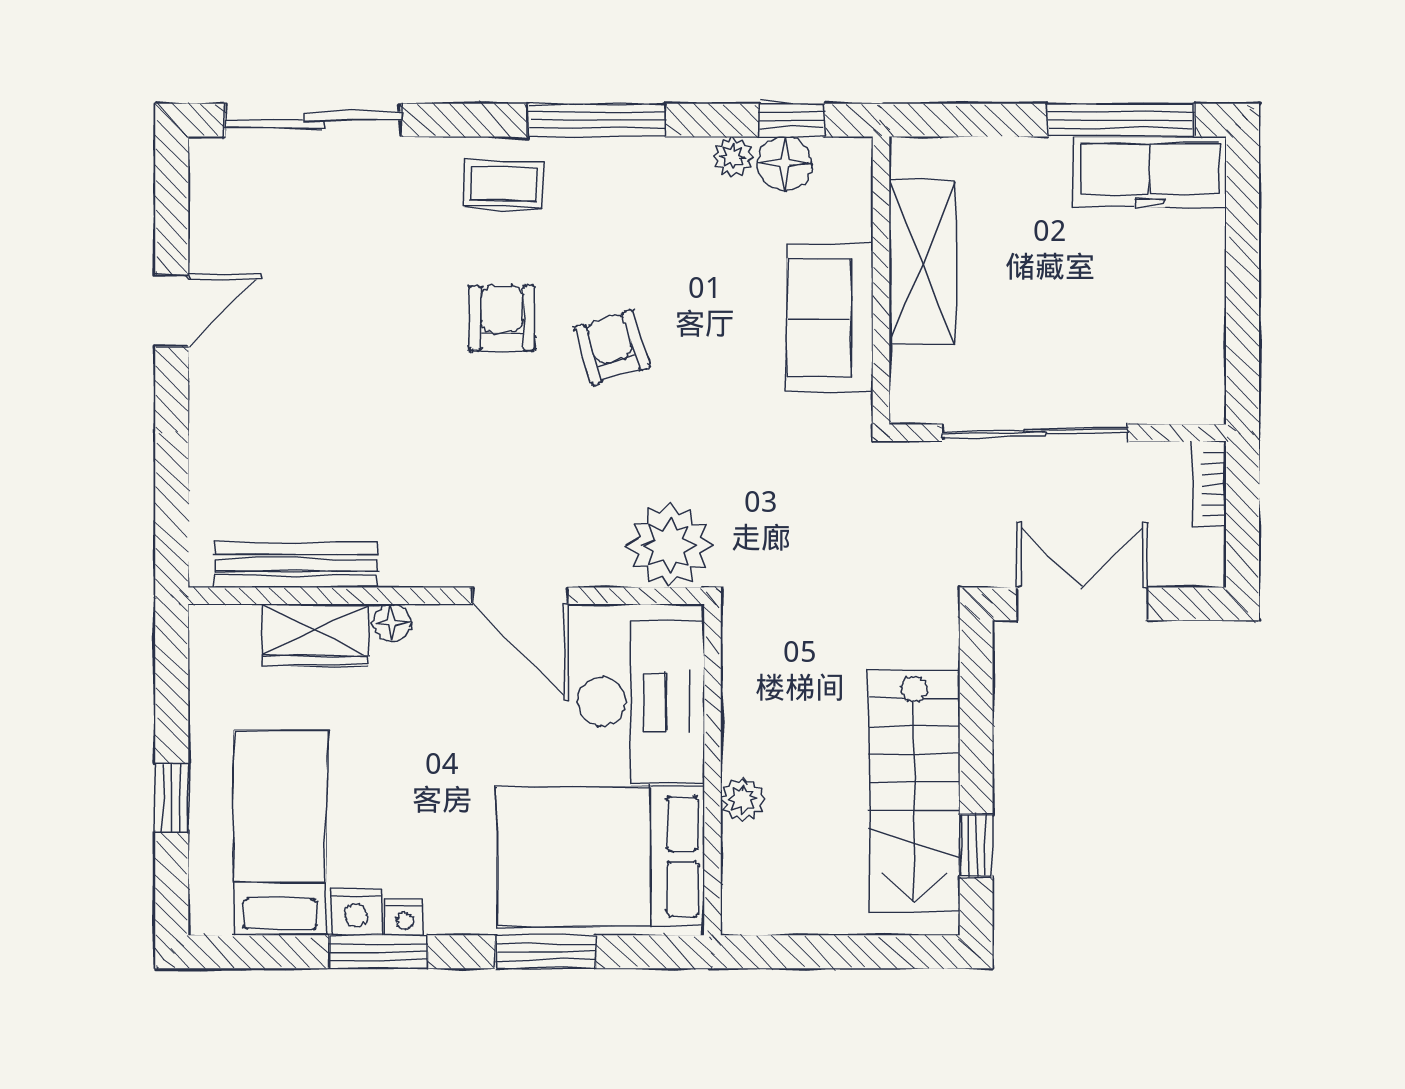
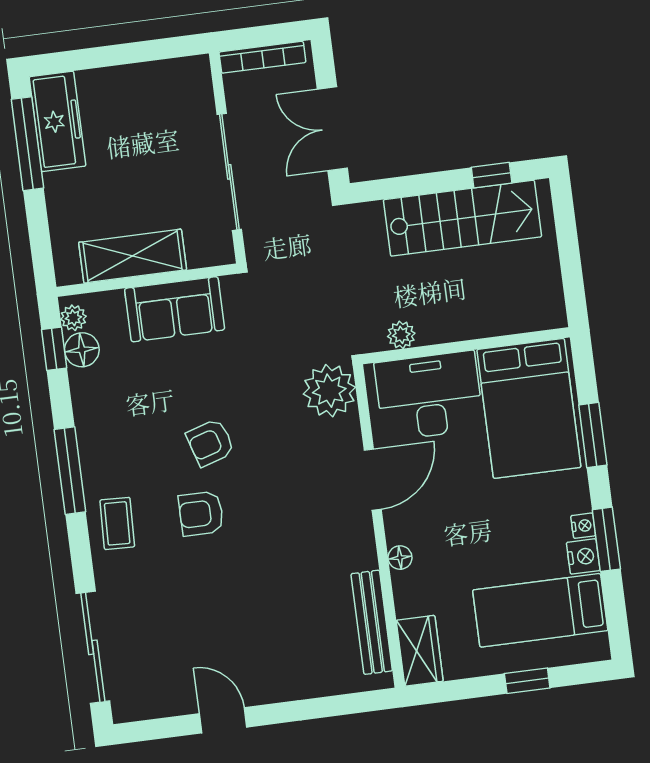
plant: (733, 157) -> (73, 318), moved
bookcase: (1209, 484) -> (262, 57), width x1.56
wardrobe: (316, 635) -> (420, 651), moved
plant: (743, 799) -> (401, 335), moved

